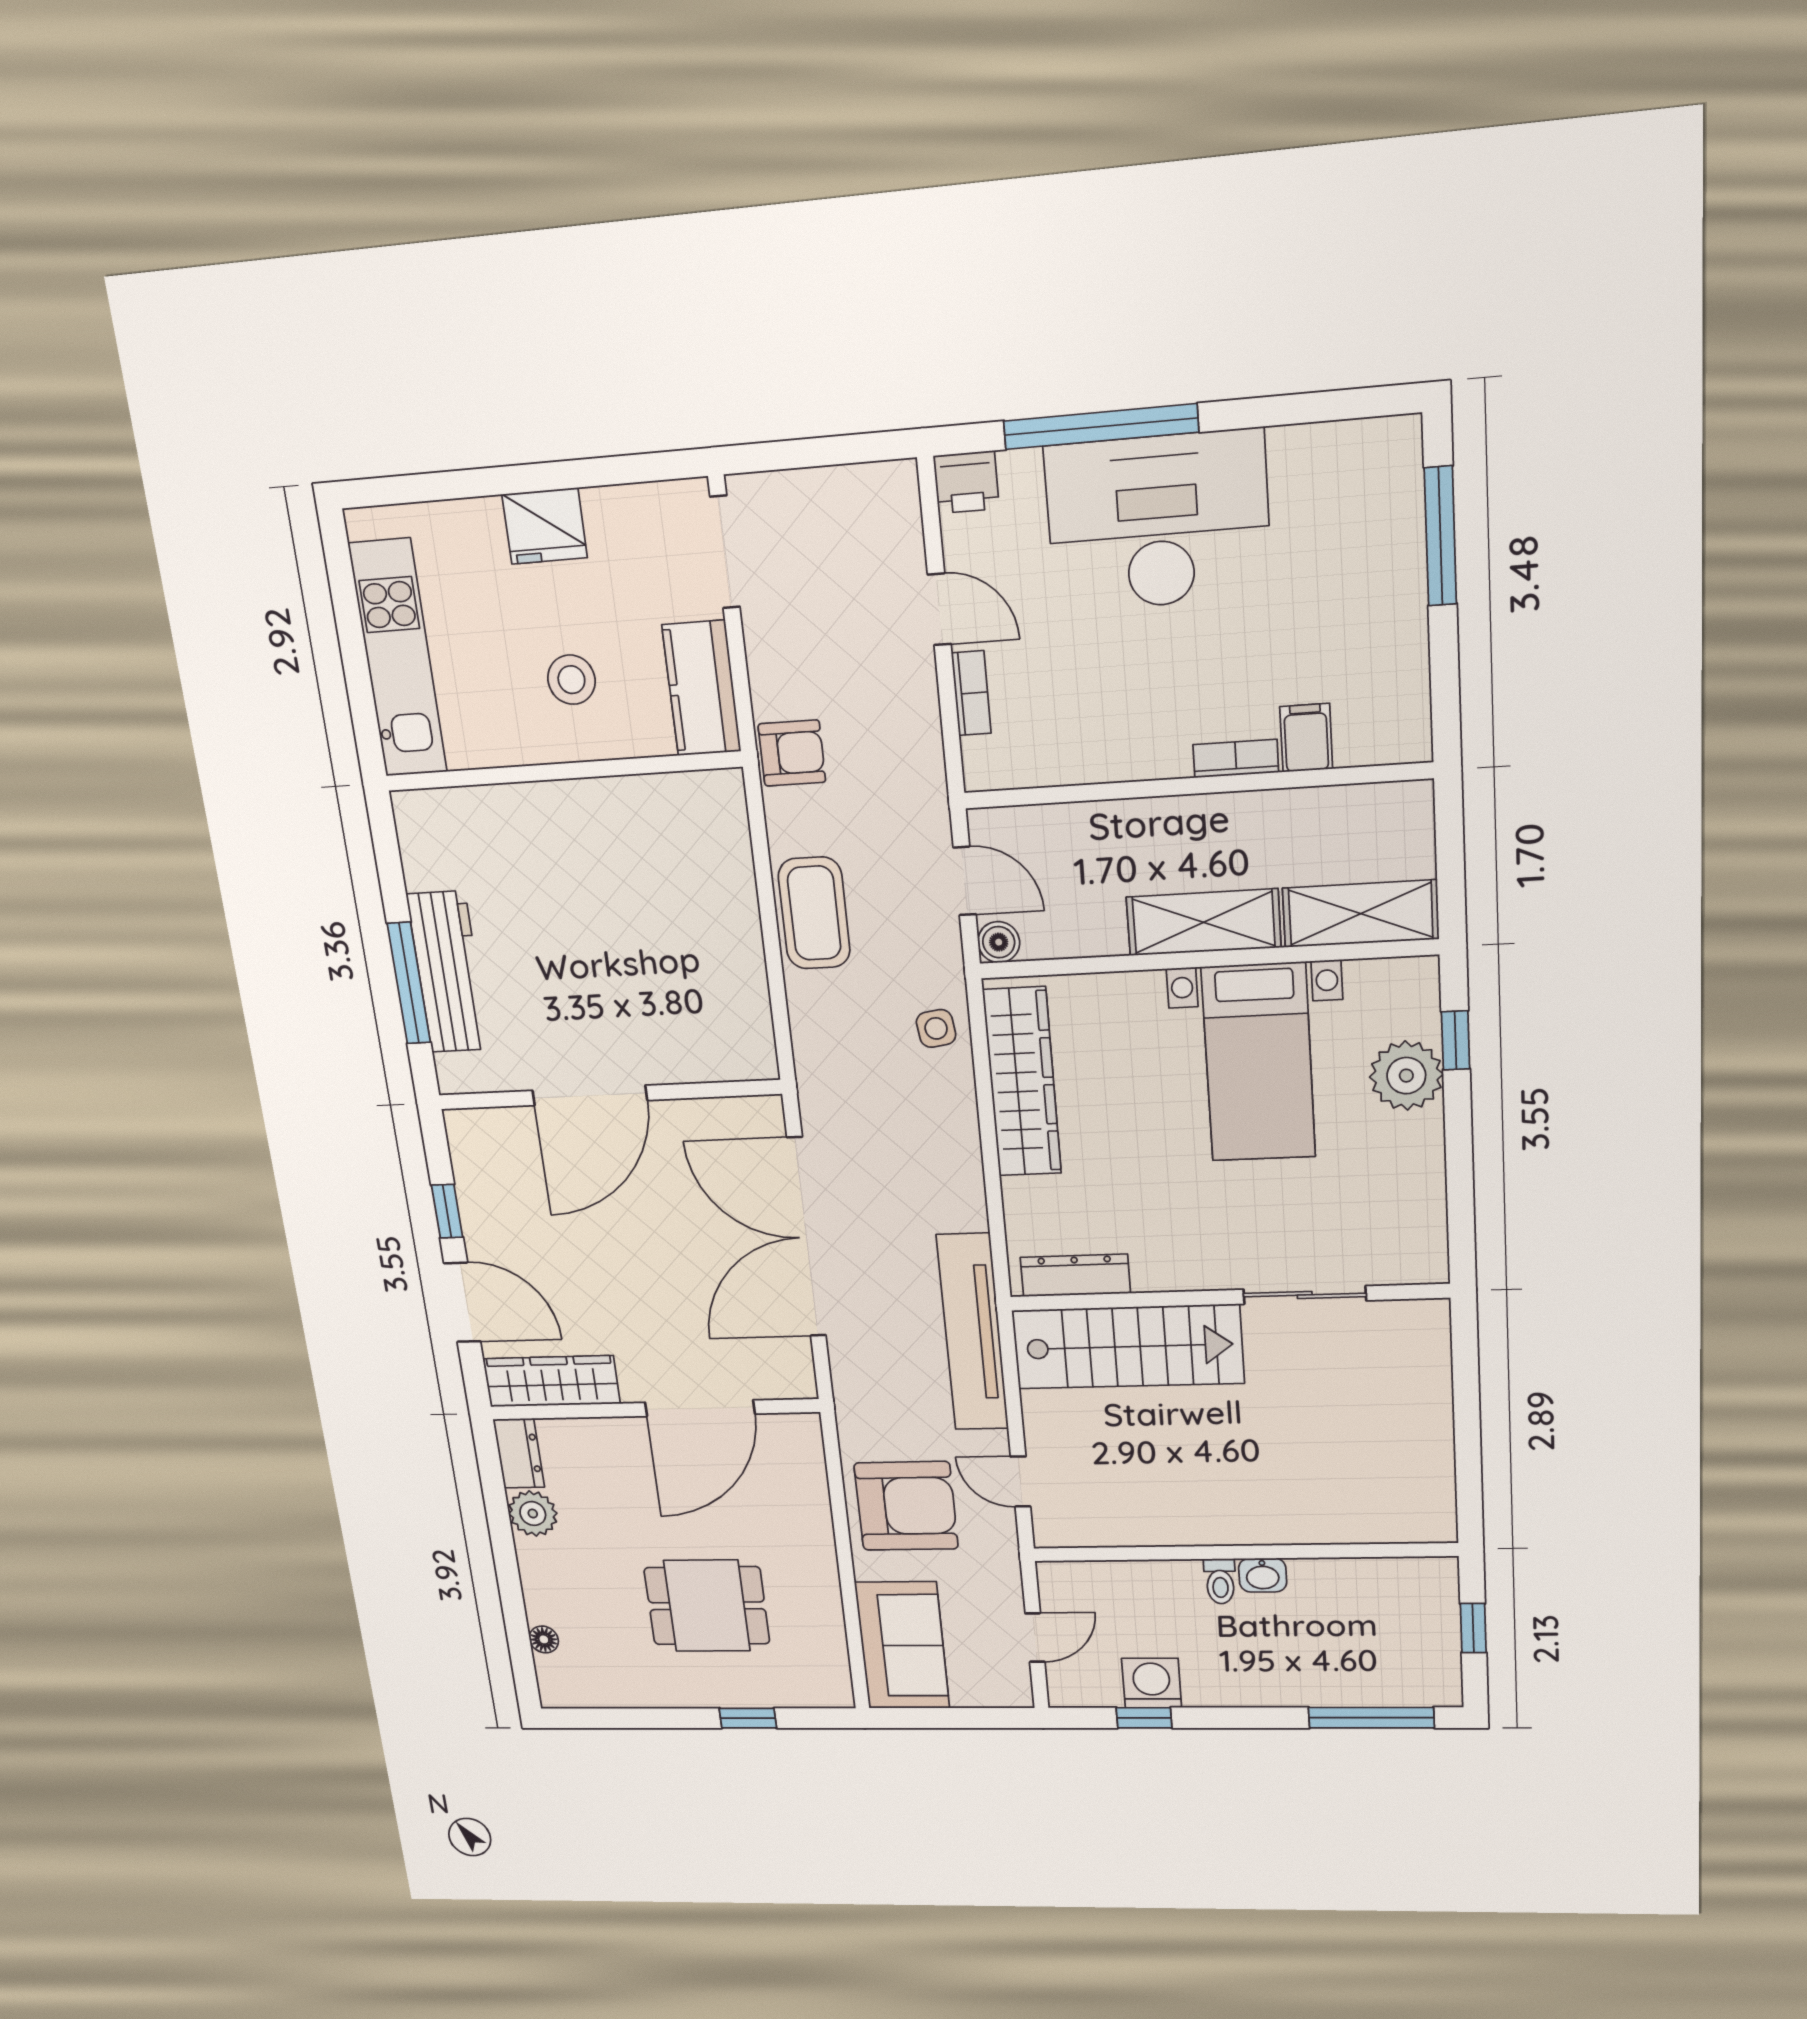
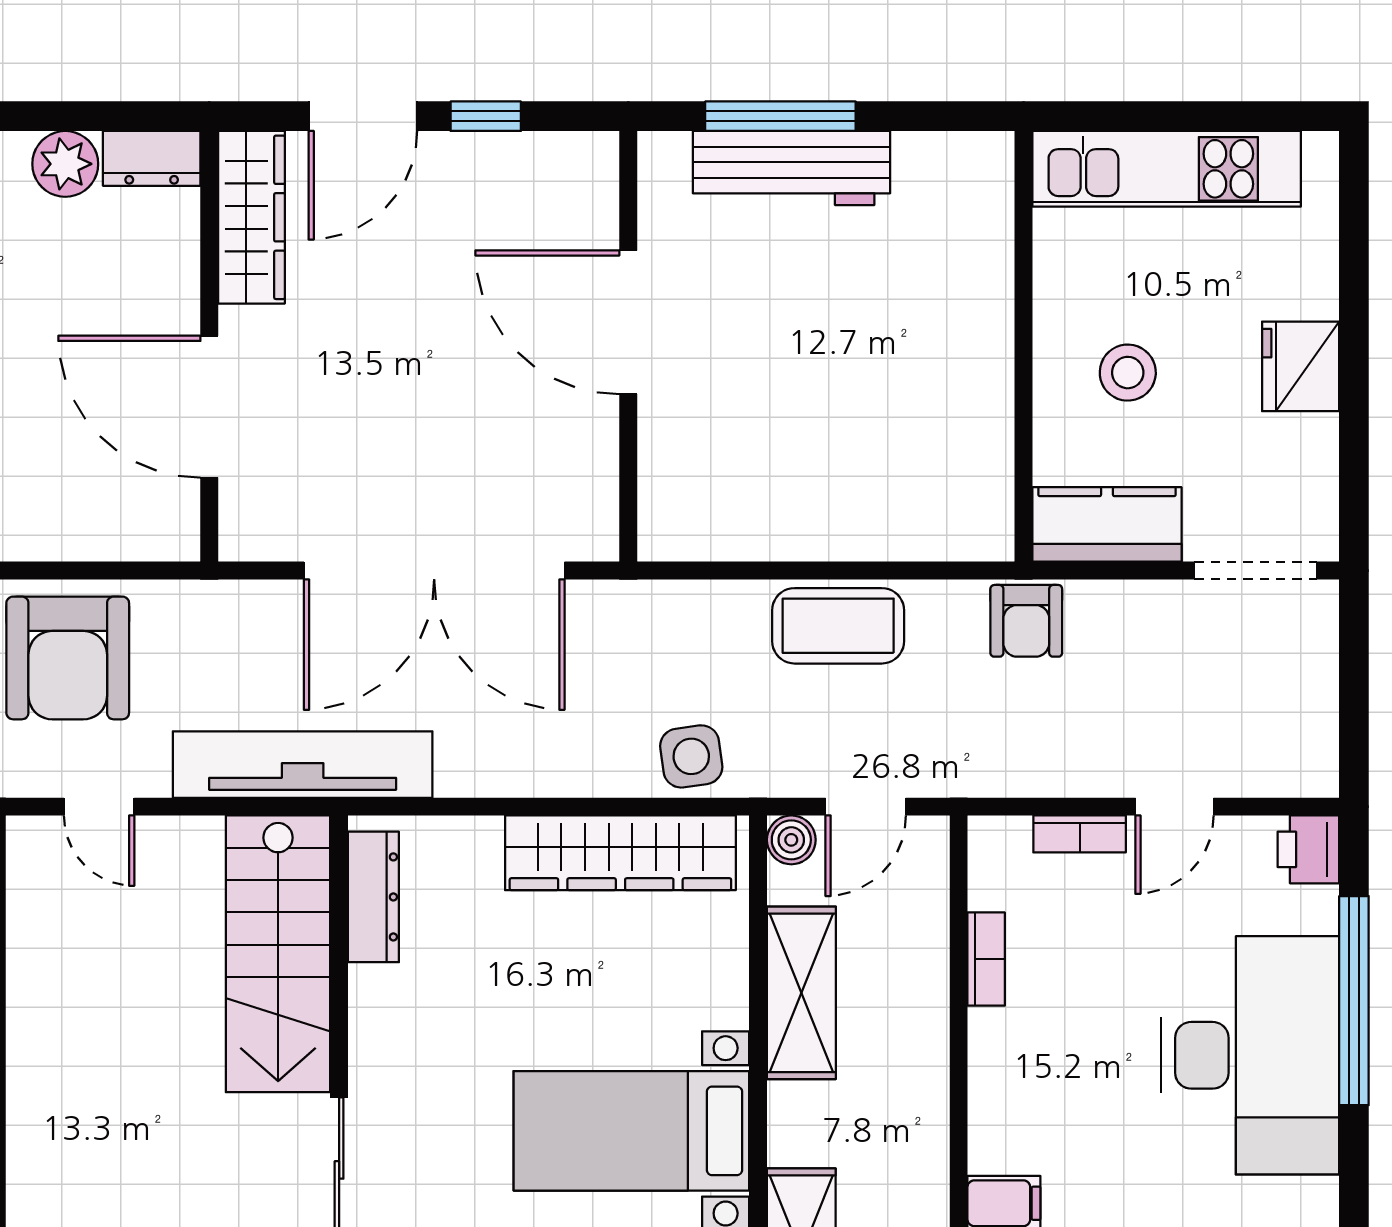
bookcase: (1236, 759) -> (986, 959), moved
shelving: (1204, 922) -> (801, 993), moved
side table: (936, 1028) -> (691, 756), width x1.37, depth x1.37
double door: (807, 1237) -> (434, 571), swing flipped
door: (1020, 1482) -> (99, 807), swing flipped

